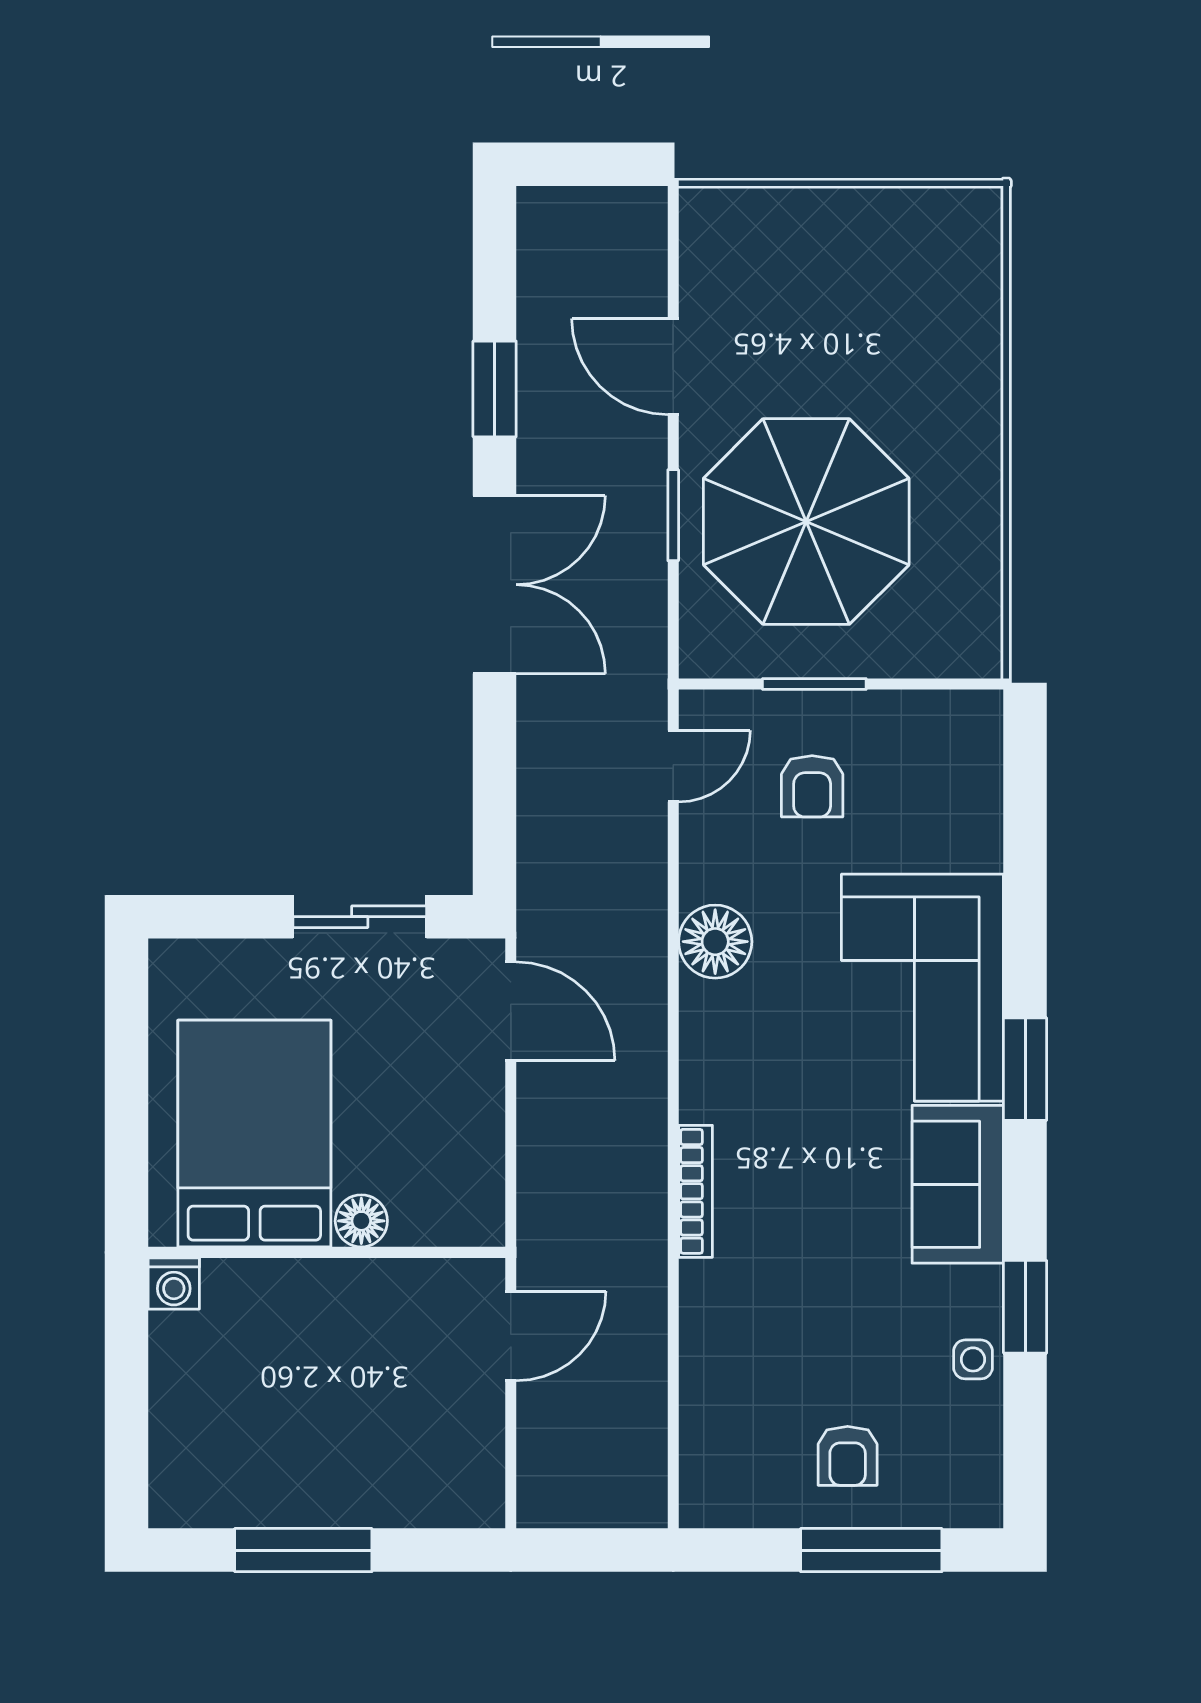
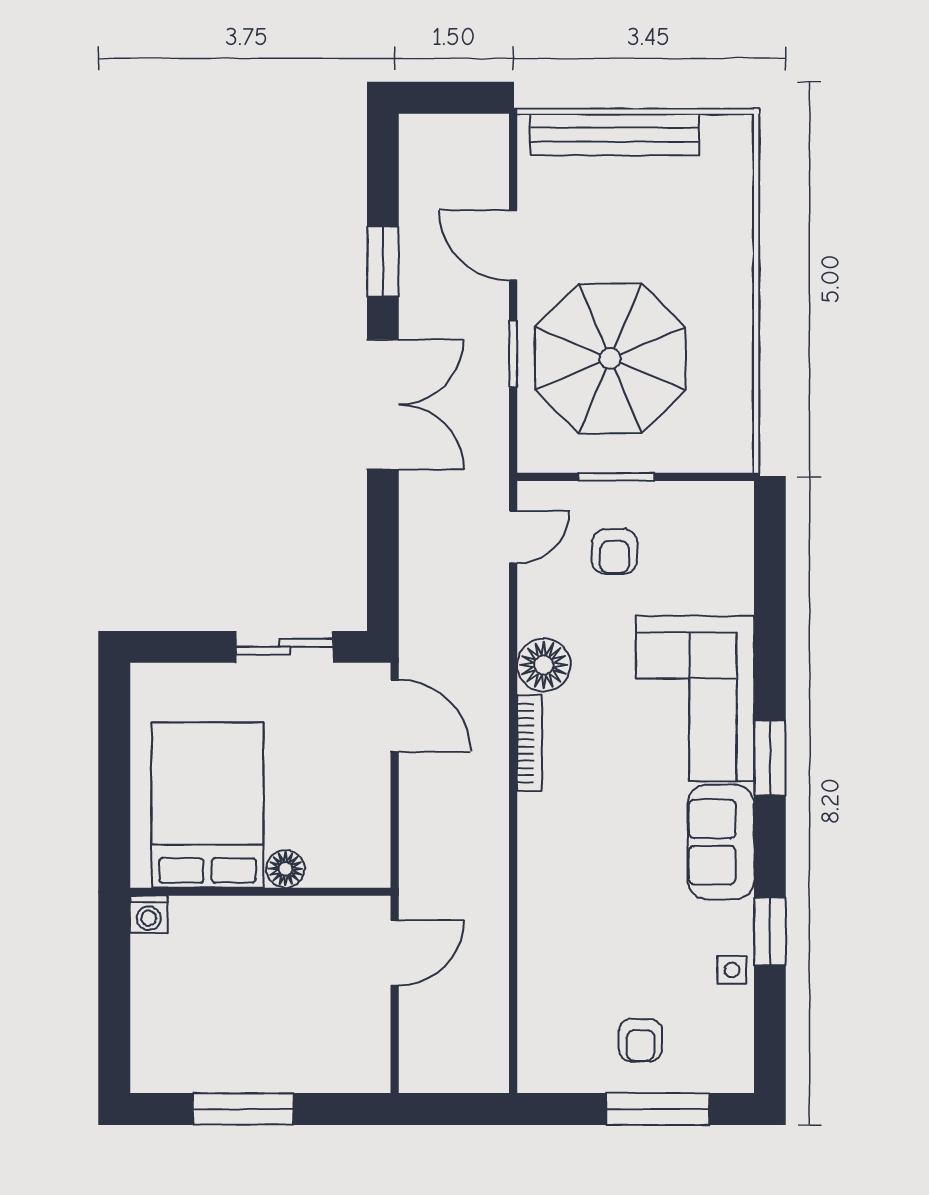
bench: (812, 215) -> (614, 135), added
bookcase: (696, 1191) -> (529, 743), moved

